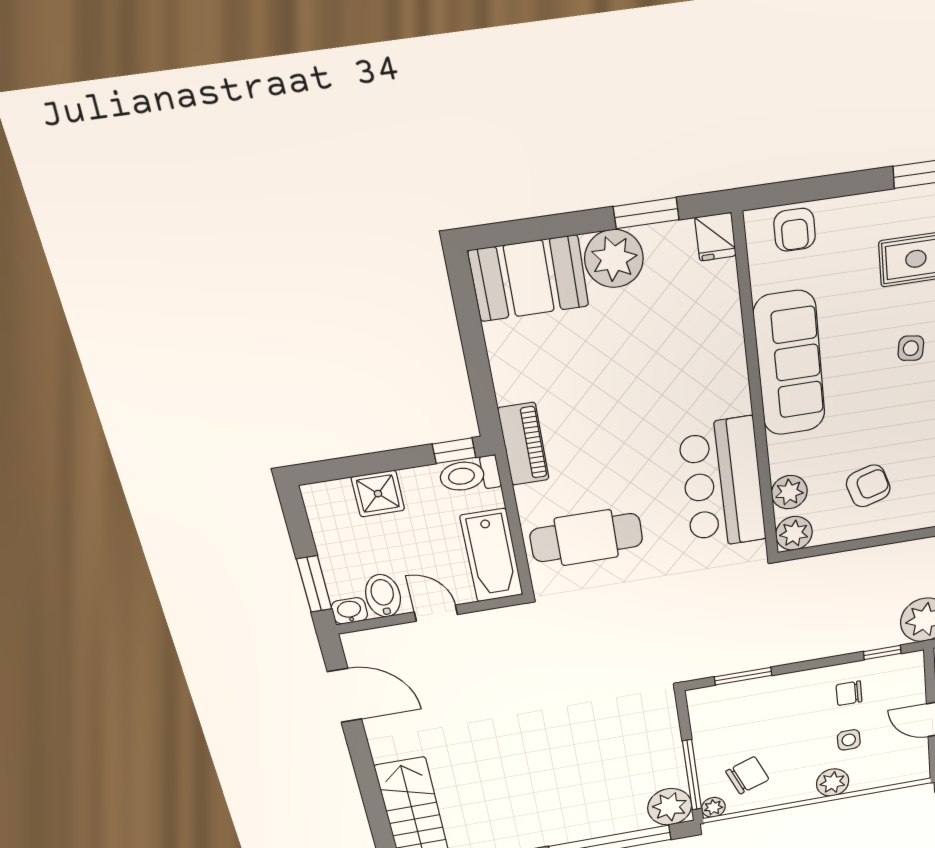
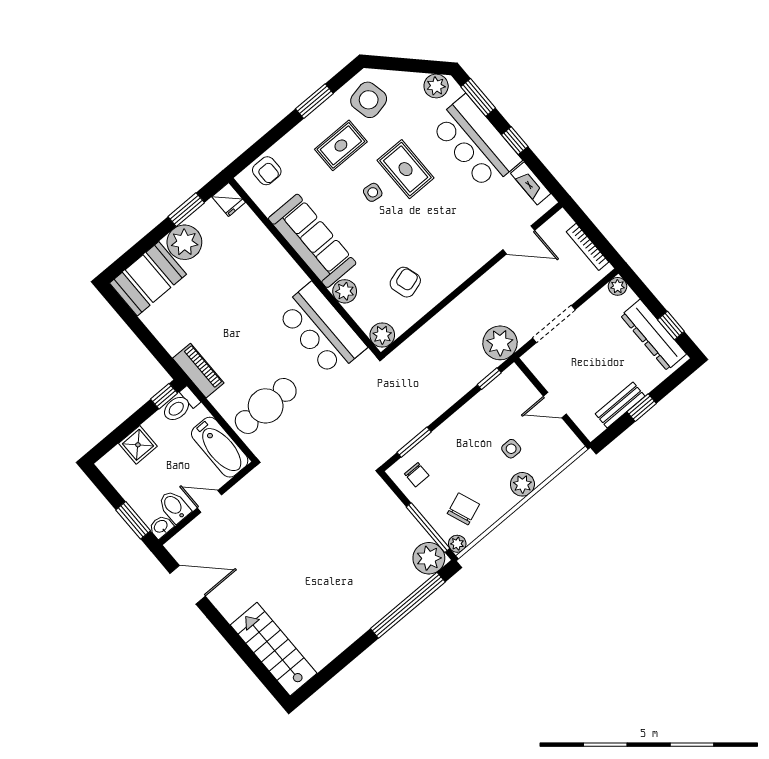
plant: (789, 492) -> (345, 291), moved
chair: (849, 693) -> (417, 475), moved, turned -90

